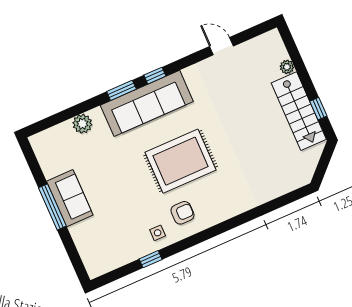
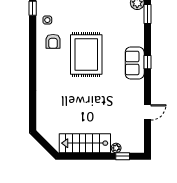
window: (121, 90) -> (147, 14), moved
sofa: (147, 103) -> (135, 63), width x0.54, depth x0.79
window: (318, 109) -> (123, 156), moved

